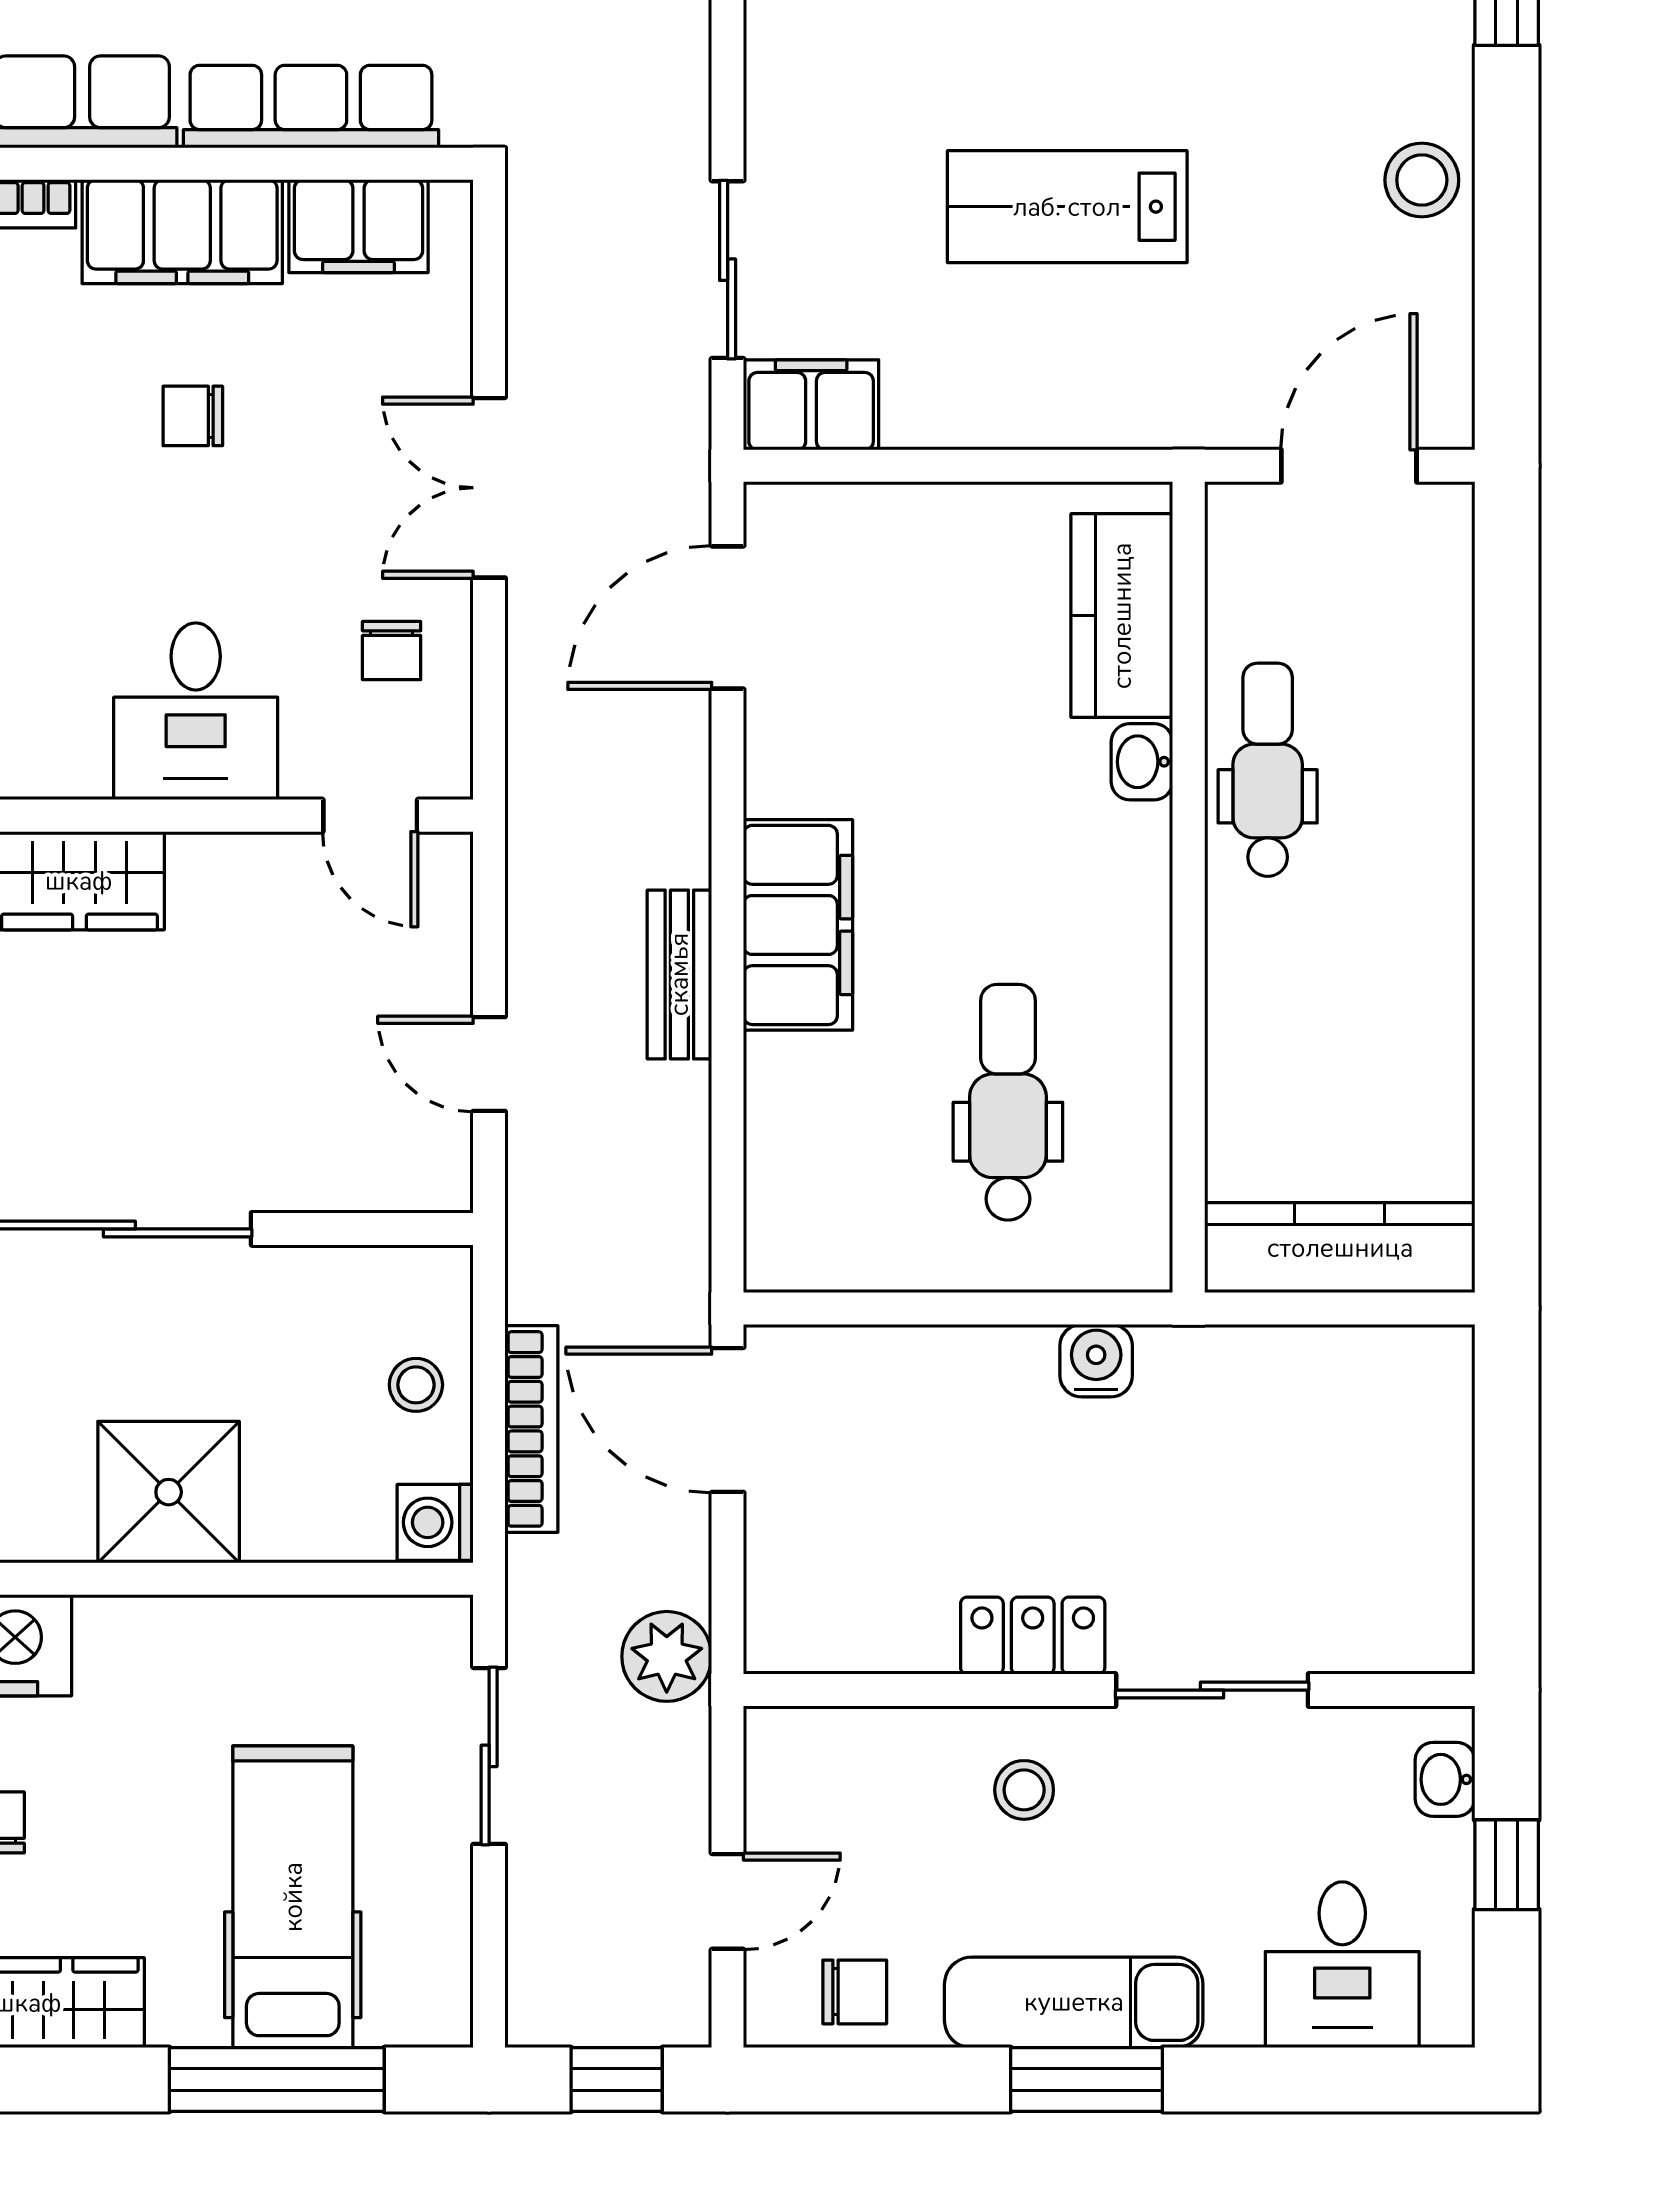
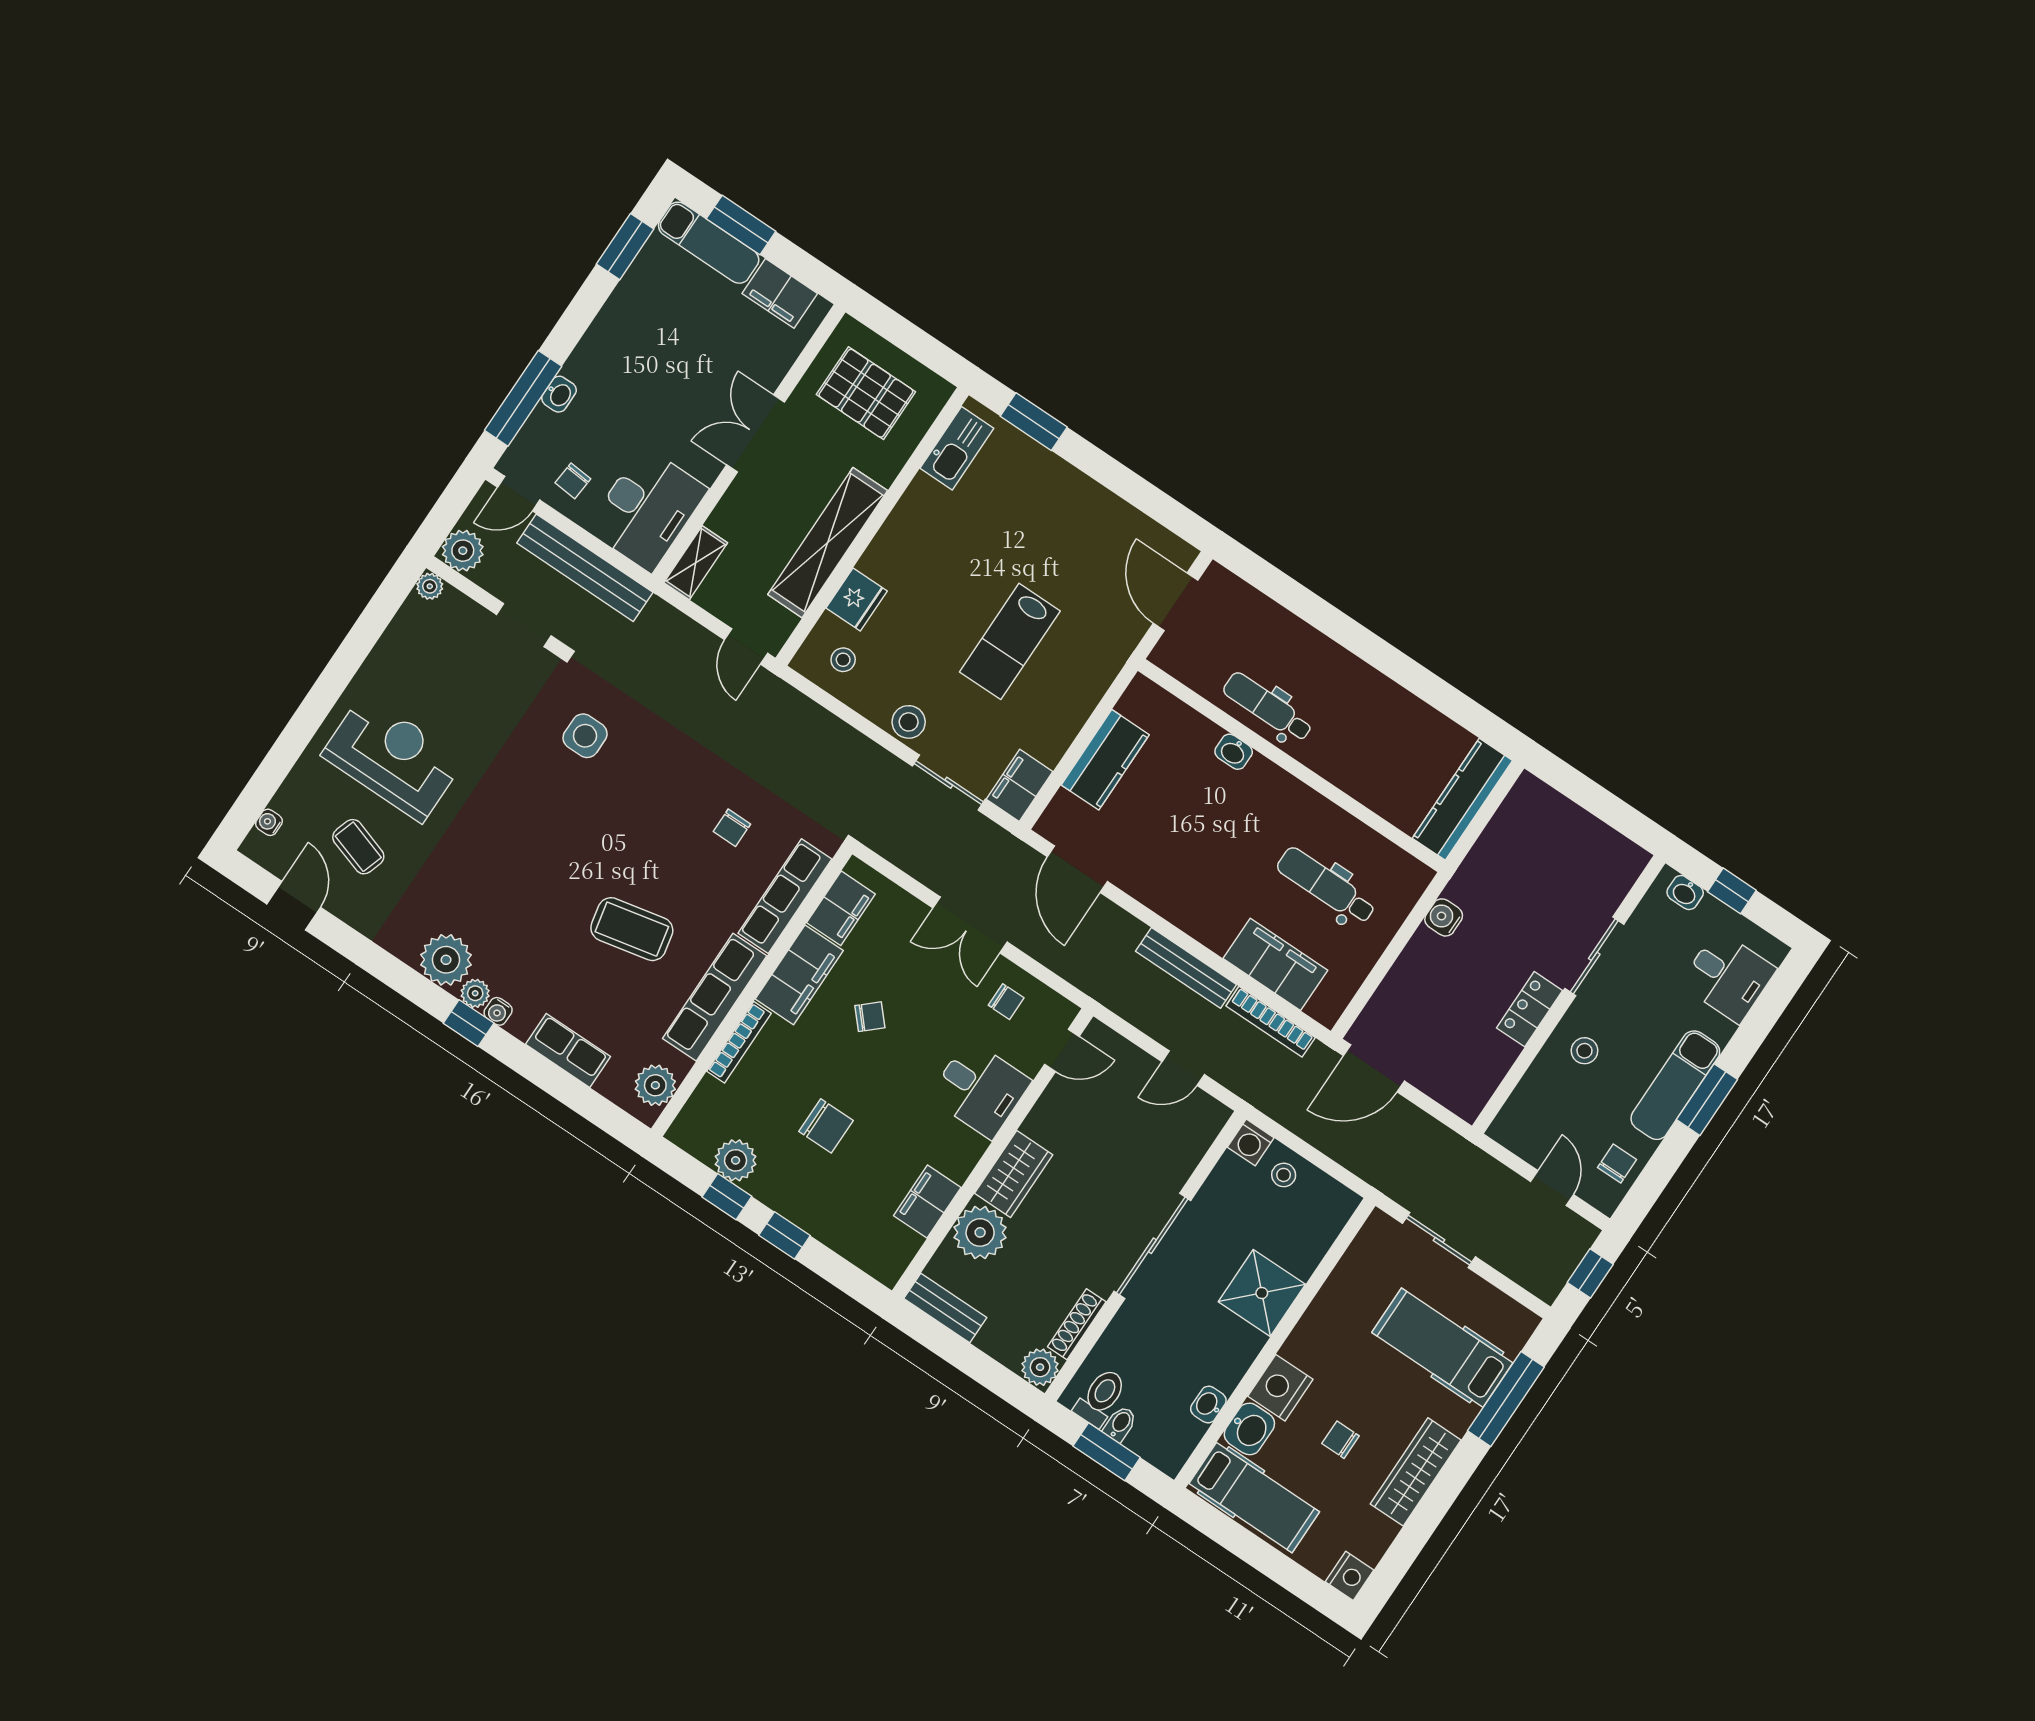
stool: (1422, 180) -> (909, 722), moved
chair: (193, 416) -> (870, 1017), turned -132
kitchen counter: (1122, 616) -> (1105, 760), moved, turned -90
filing cabinet: (798, 925) -> (1275, 964), moved
bench: (679, 974) -> (1186, 968), width x1.36
bookcase: (531, 1429) -> (1271, 1022), moved, turned 180
washing machine: (435, 1522) -> (1251, 1142), moved
plant: (667, 1656) -> (1446, 1150), removed

